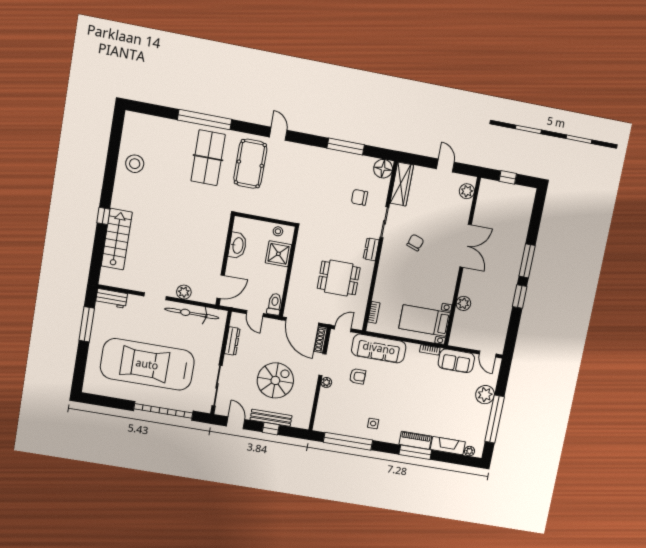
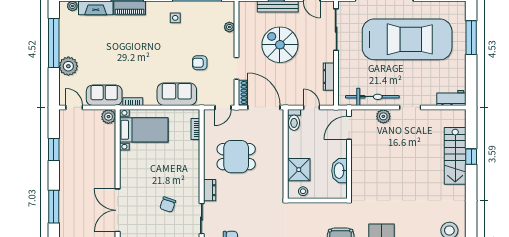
window: (103, 216) -> (471, 157), moved
window: (520, 296) -> (54, 150), moved
plant: (463, 303) -> (108, 117), moved
window: (87, 324) -> (471, 38), moved
sofa: (379, 348) -> (177, 94), width x0.73
spiral stairs: (275, 380) -> (280, 45), turned 90
plant: (326, 382) -> (229, 27), moved

